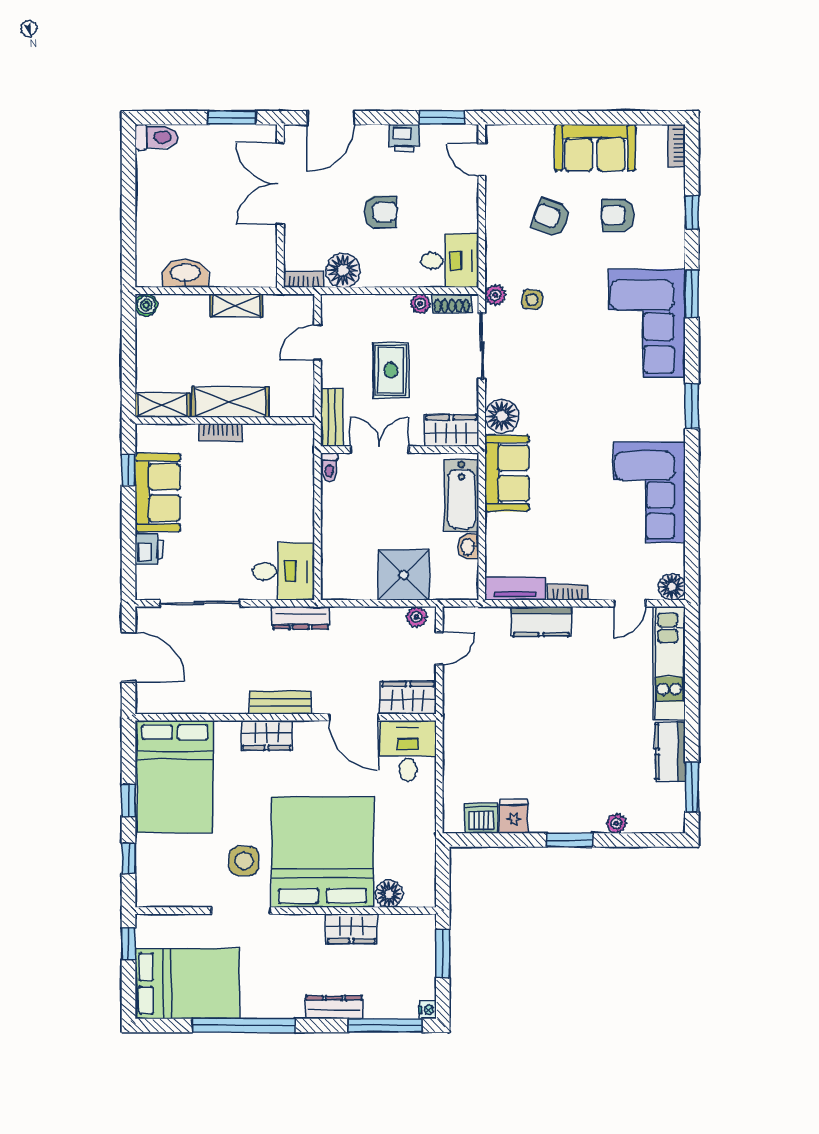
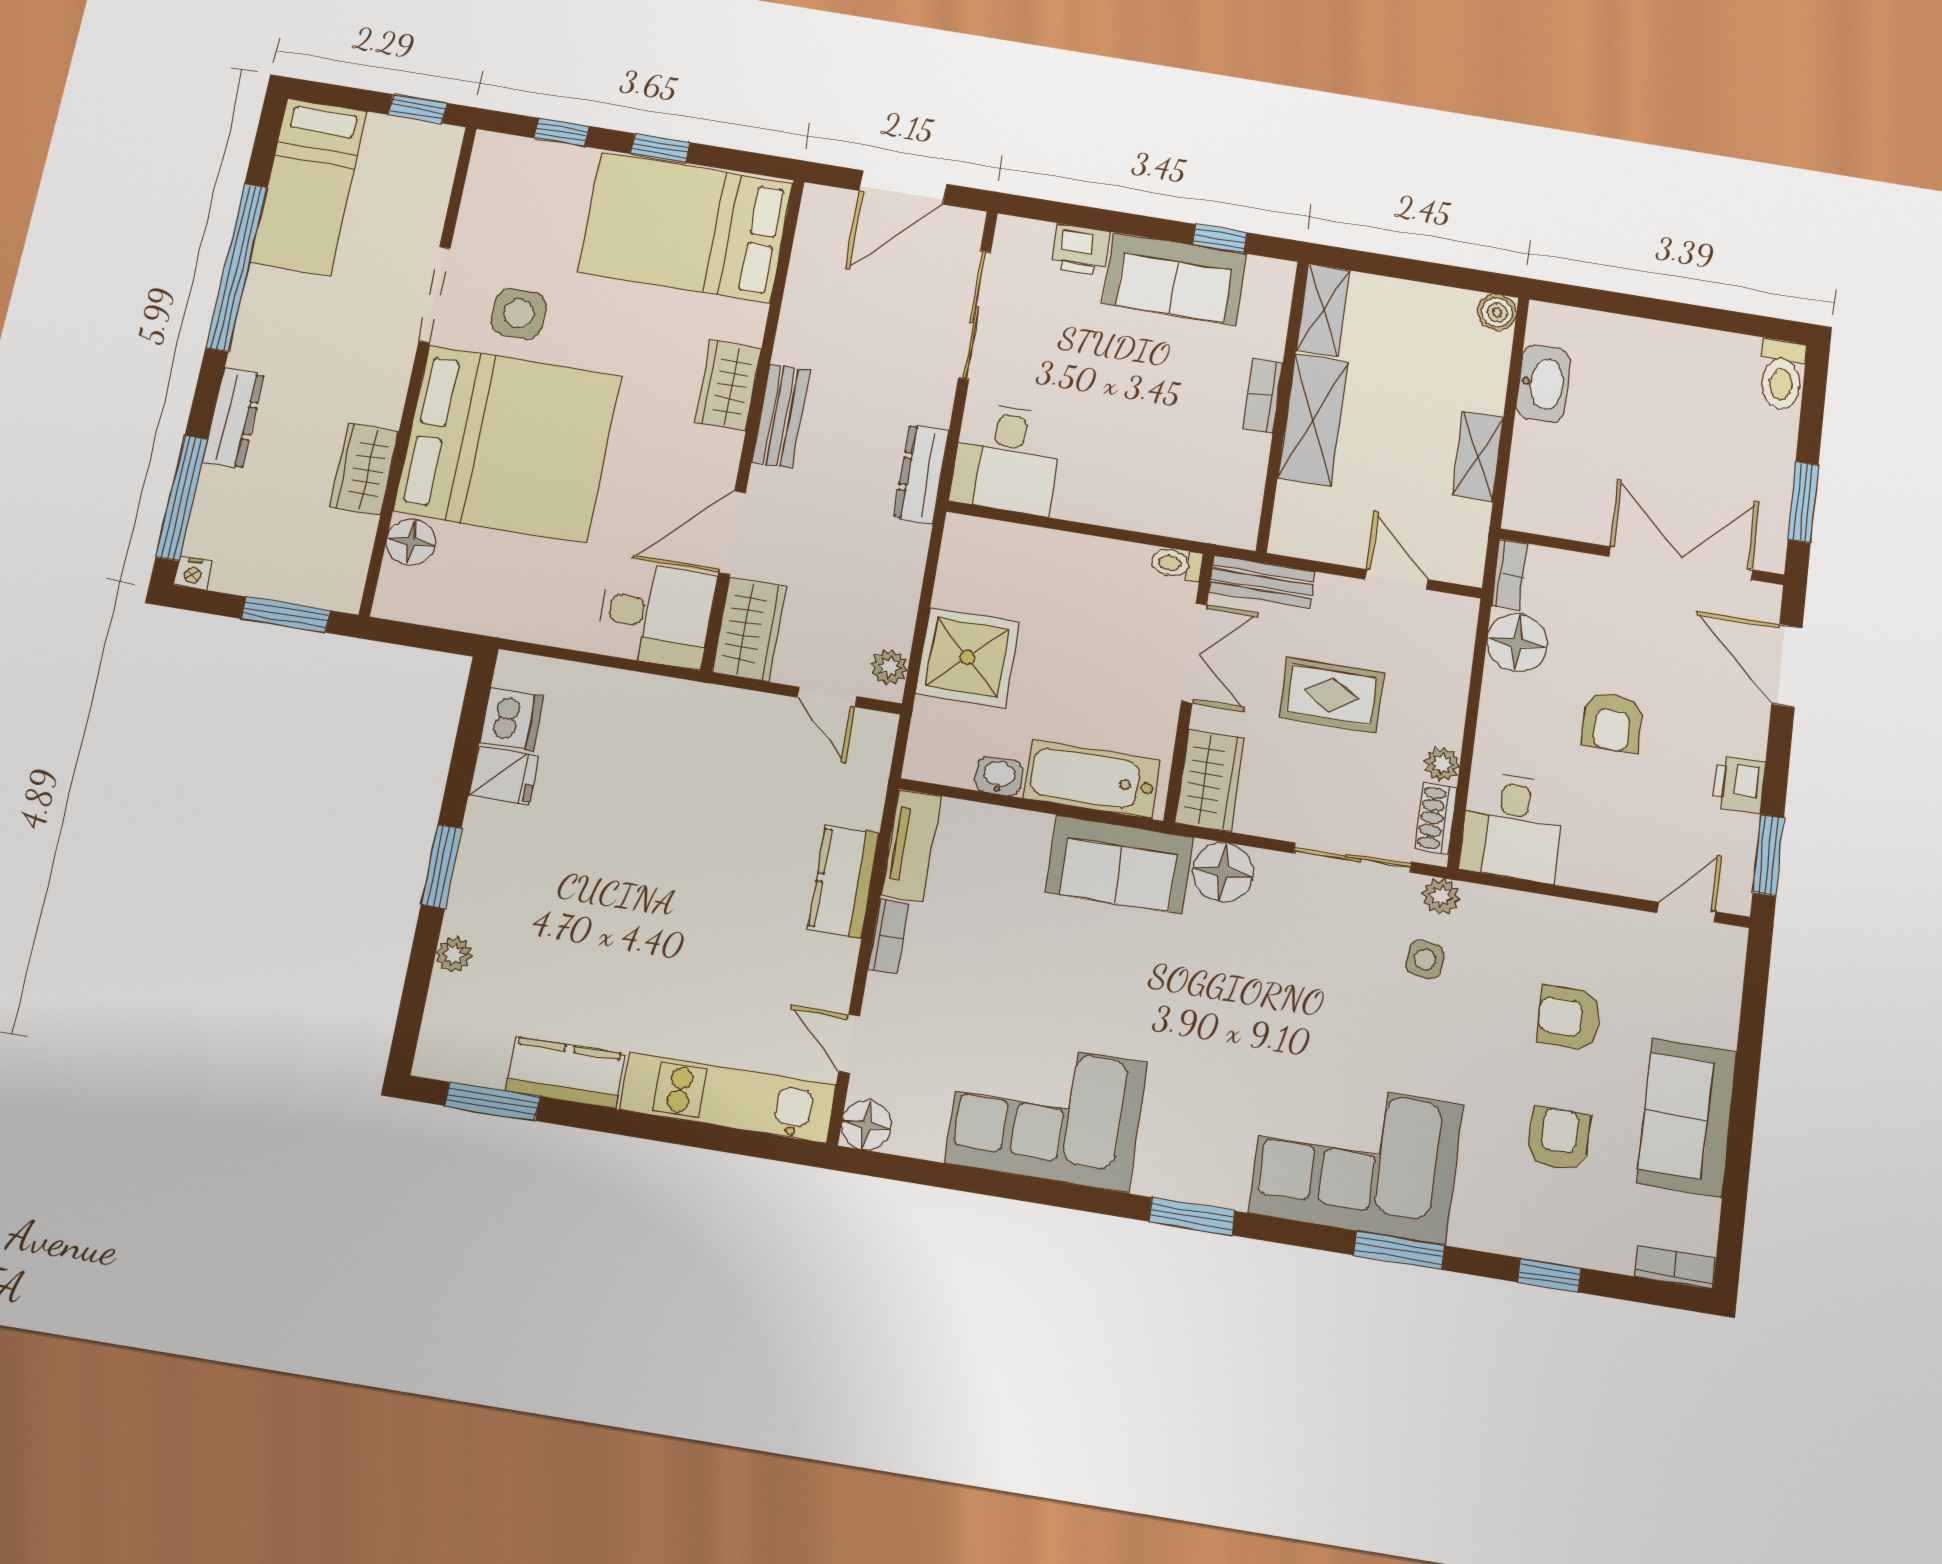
armchair: (551, 218) -> (1569, 1018), turned -110
bed: (187, 984) -> (309, 186), width x0.67

